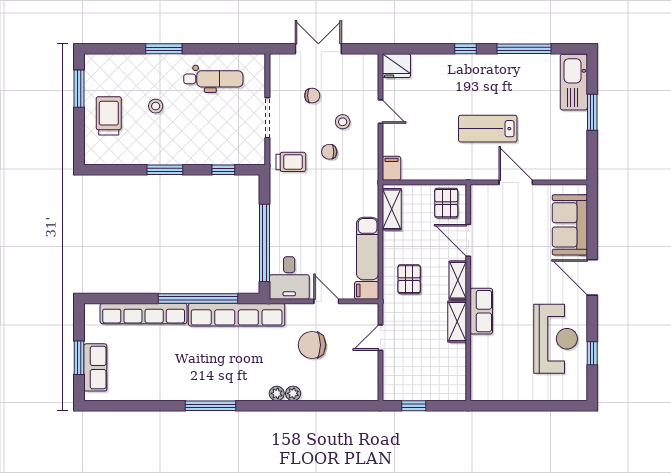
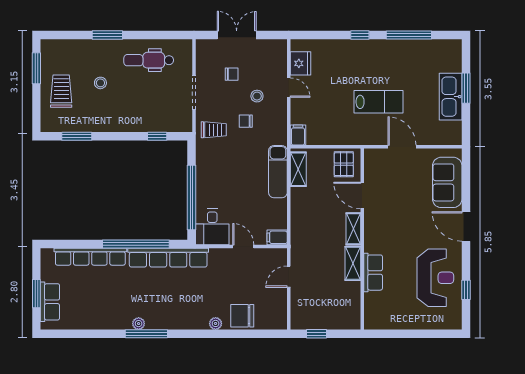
fridge: (396, 66) -> (300, 63), moved, turned -90
dental chair: (213, 79) -> (149, 60), turned 180
kitchen sink: (574, 82) -> (451, 97), moved
lab bench: (488, 129) -> (379, 102), turned 180
window: (165, 170) -> (77, 136), moved
exam couch: (368, 249) -> (278, 172), moved
pallet: (409, 279) -> (313, 228), removed
row of seats: (481, 311) -> (373, 273), moved
chair: (312, 345) -> (242, 316), moved
plant: (277, 393) -> (139, 324), moved

